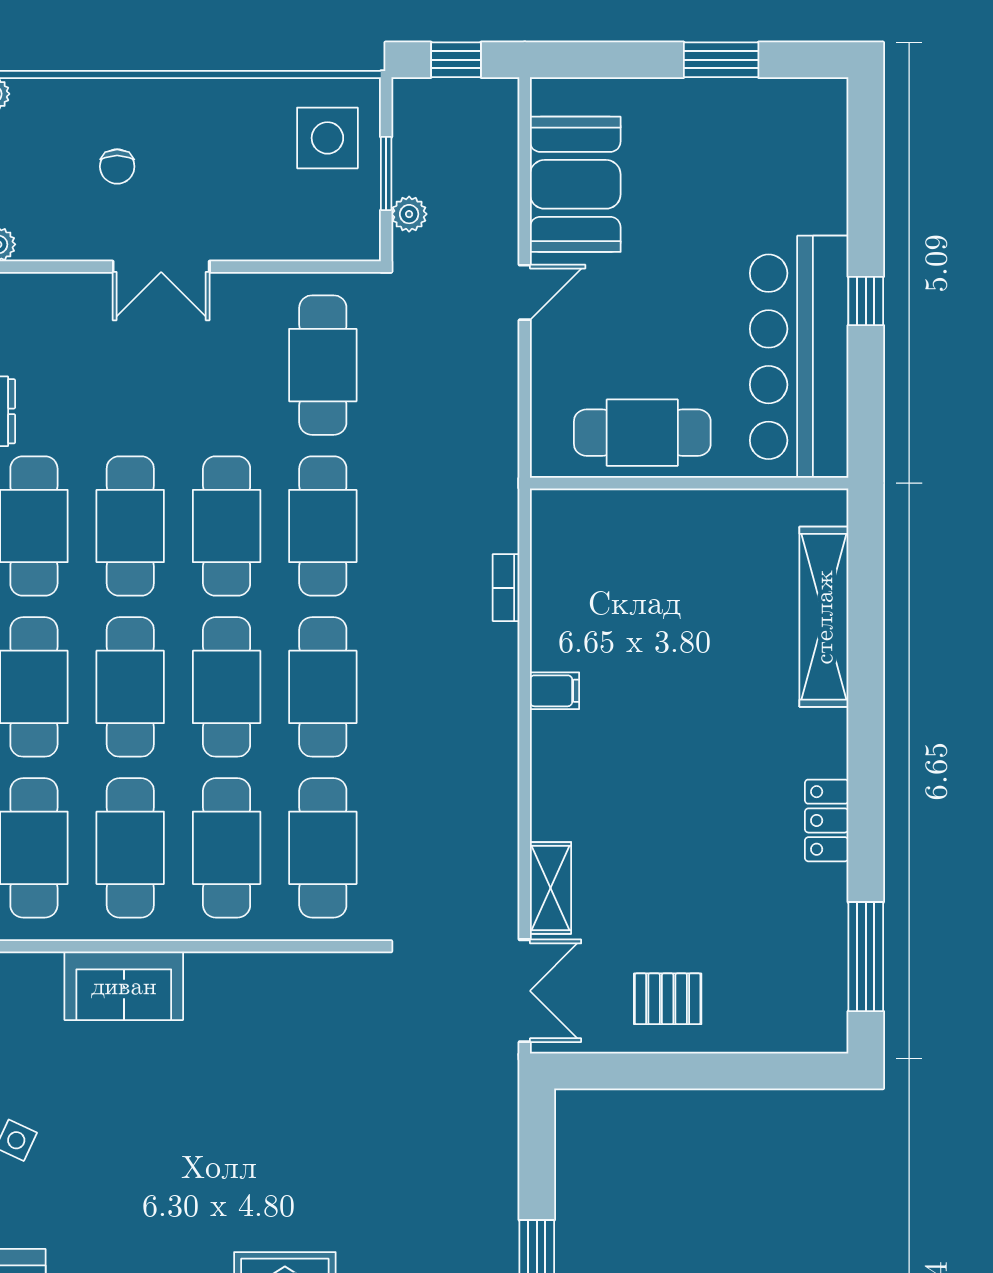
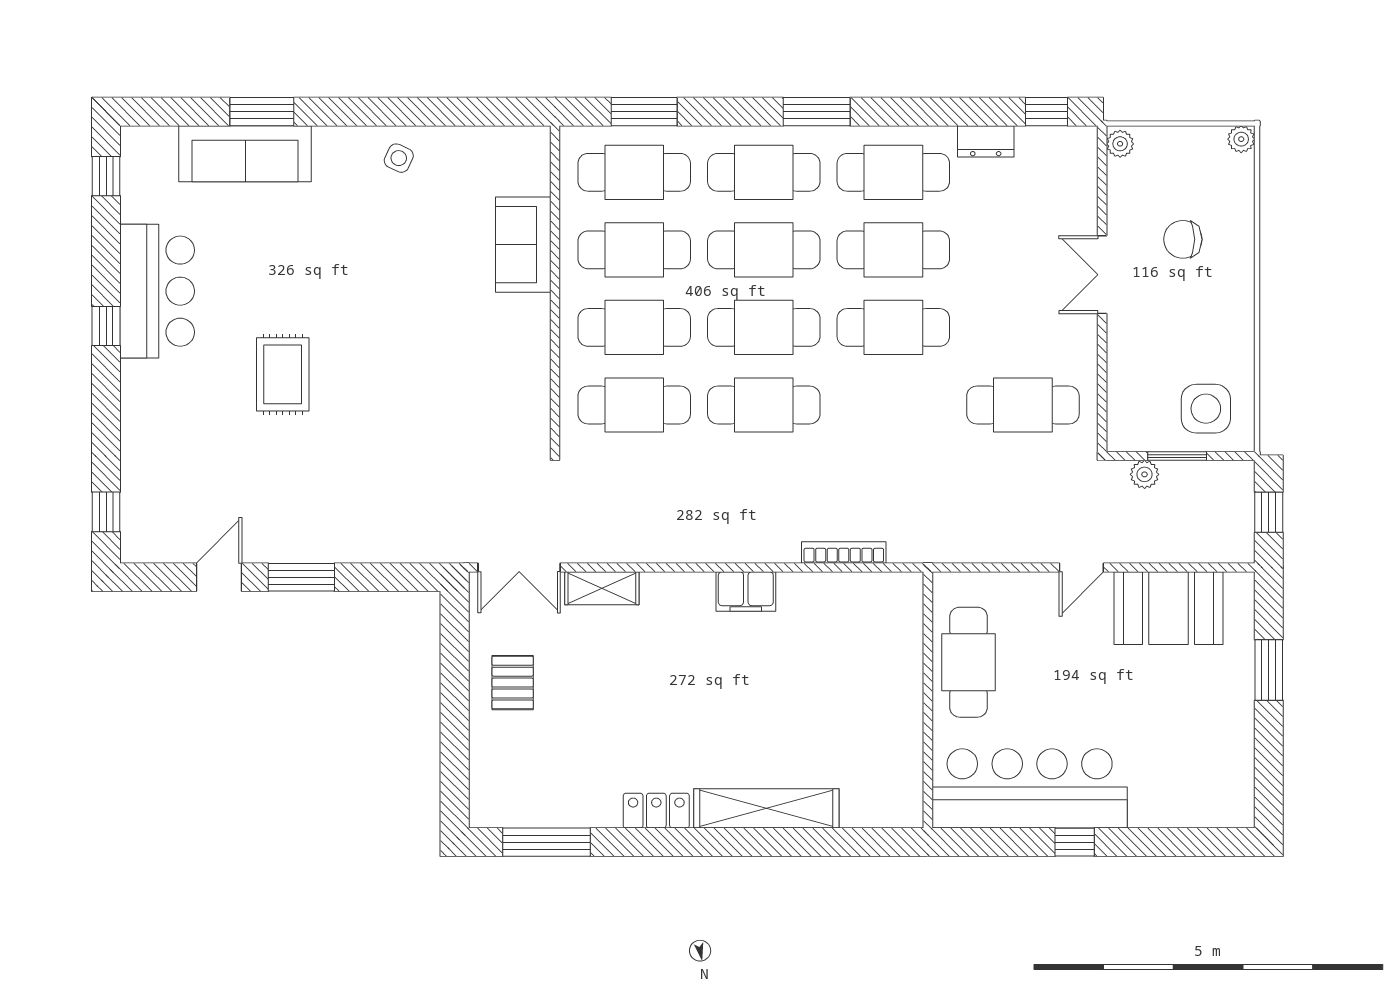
window: (721, 60) -> (1269, 670), moved
chair: (117, 167) -> (1183, 239), width x1.37, depth x1.37
door: (525, 292) -> (1081, 567), hinge flipped
cafe table: (323, 526) -> (893, 405), removed
bookcase: (506, 588) -> (844, 553), width x1.56
shelving: (824, 617) -> (766, 808), moved
filing cabinet: (555, 691) -> (746, 592), width x2.00

